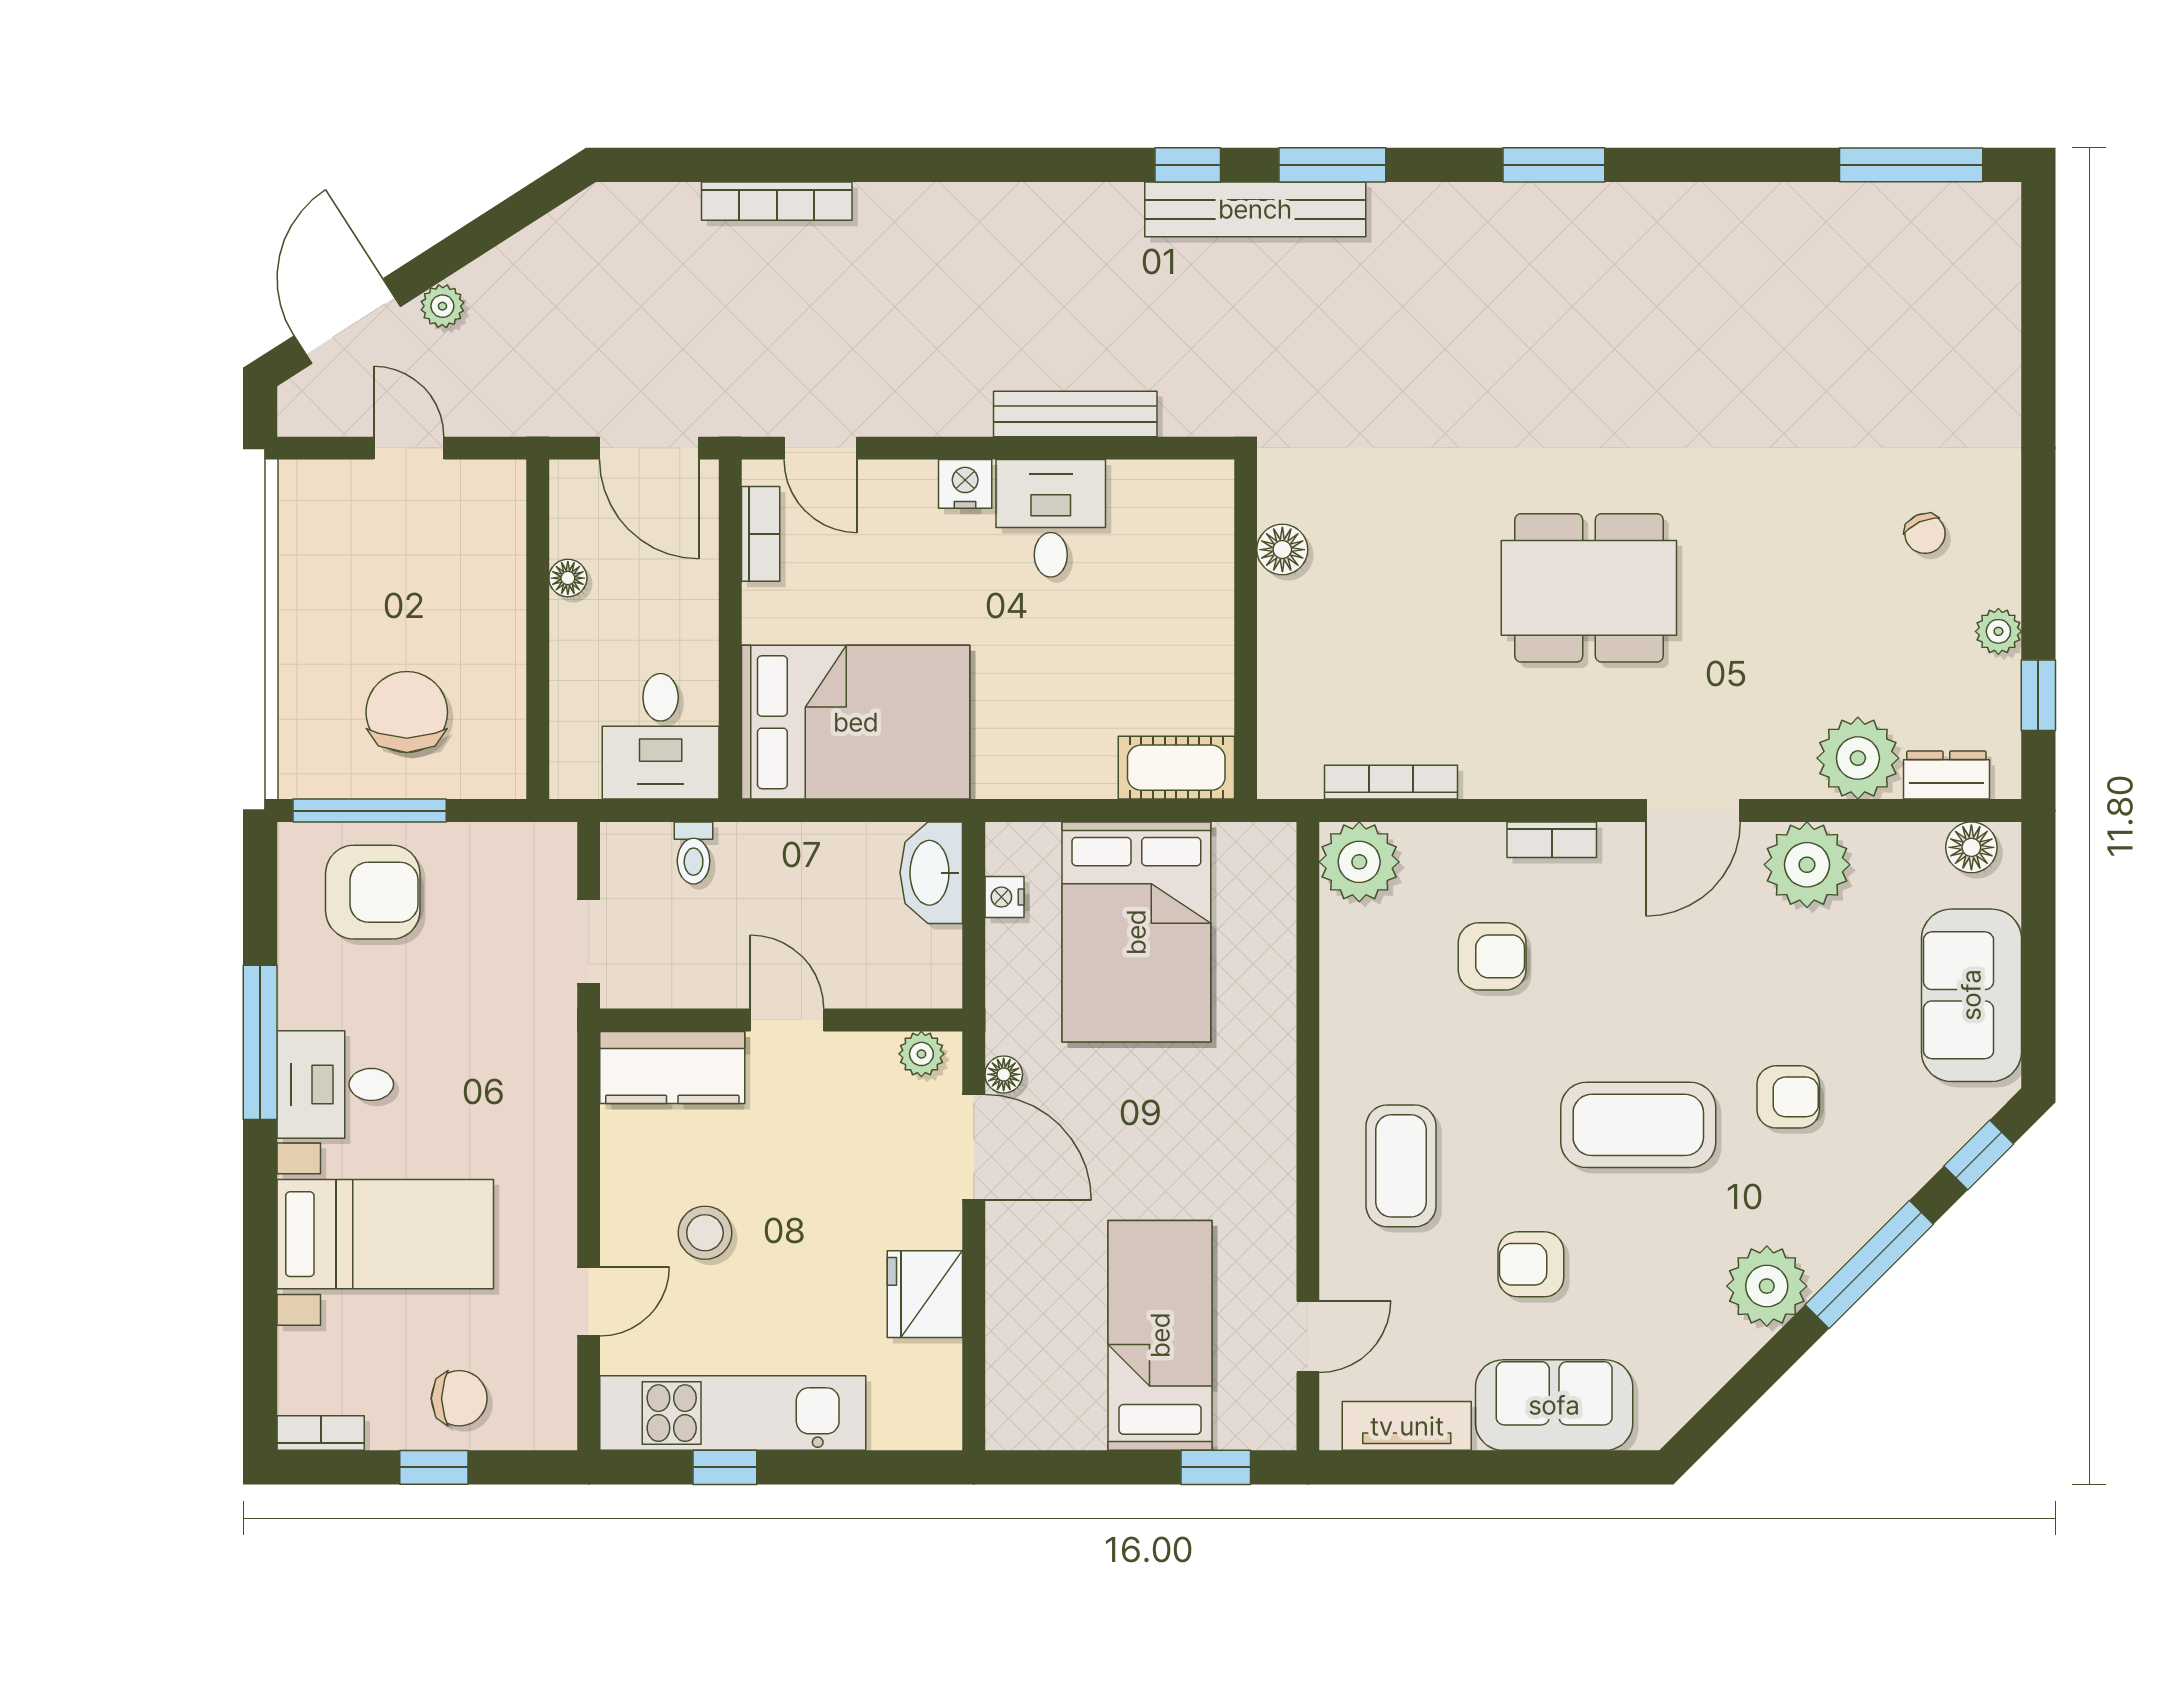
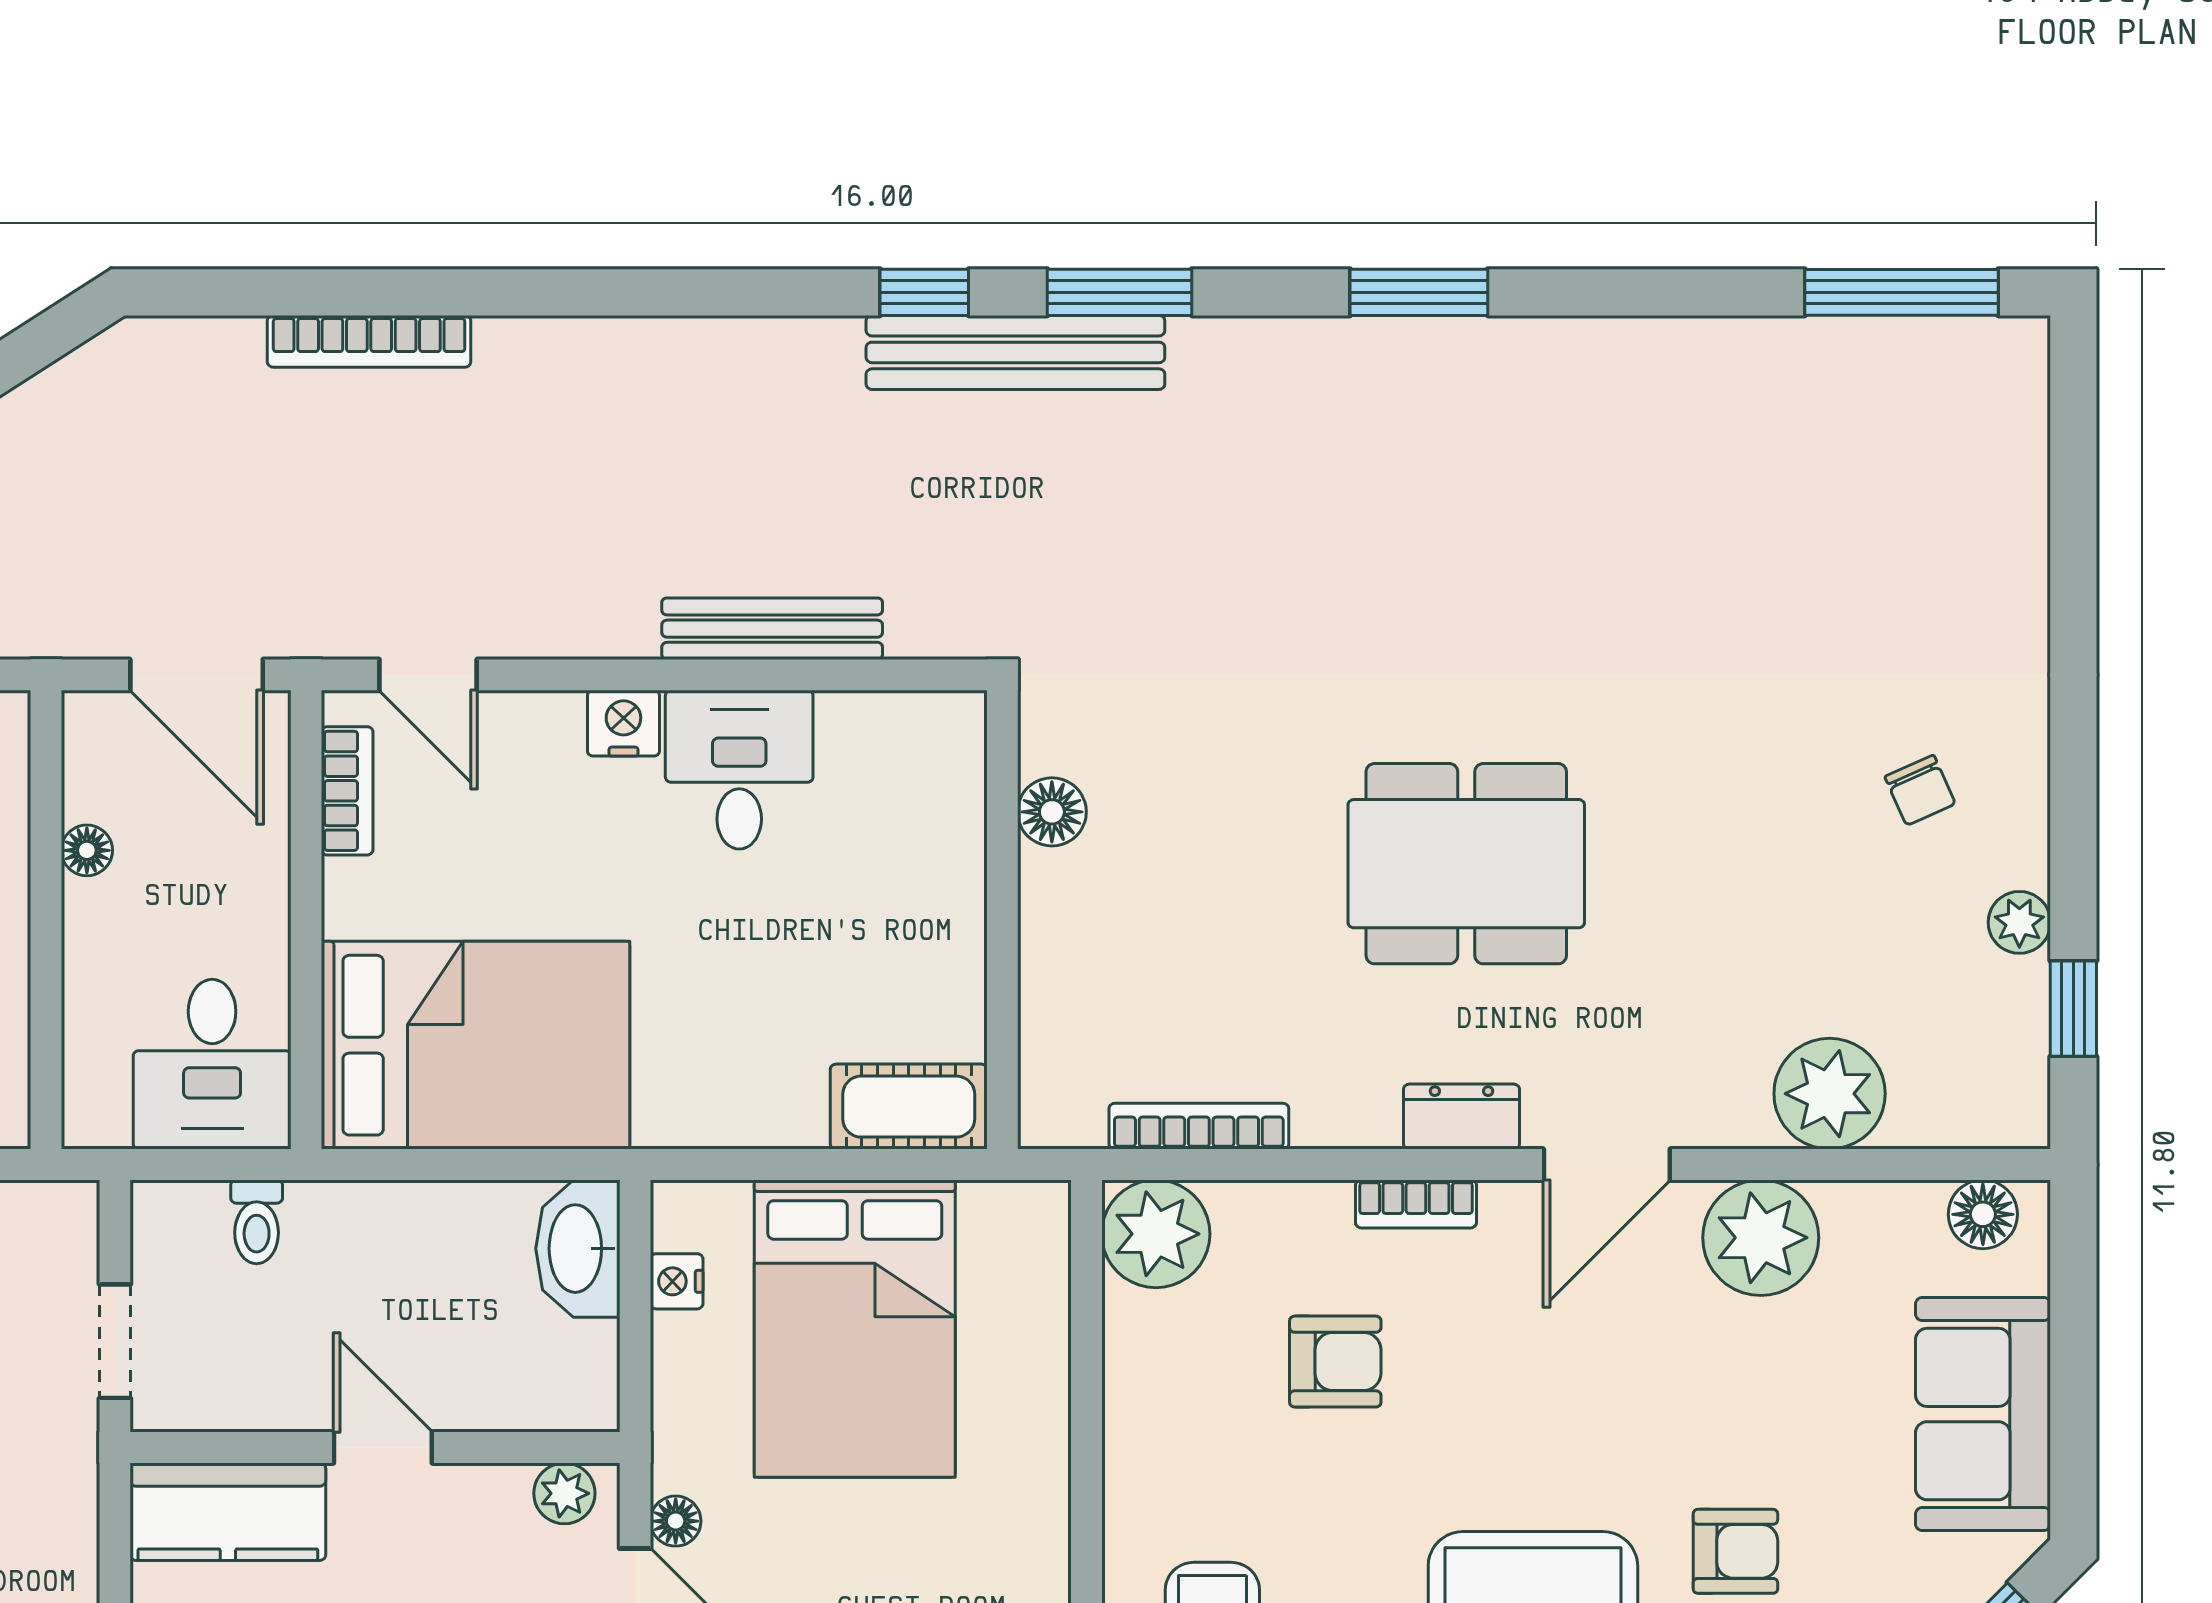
dresser: (1946, 775) -> (1461, 1117), moved

